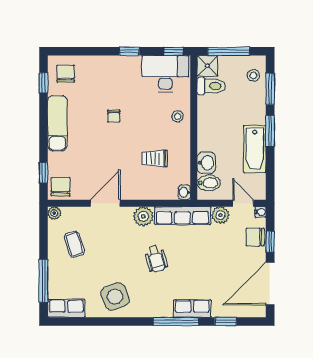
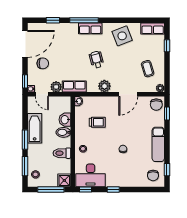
toilet: (211, 86) -> (62, 153), moved
bidet: (209, 183) -> (63, 132), moved
row of seats: (182, 216) -> (74, 87), width x0.68
chair: (255, 237) -> (43, 63), moved
window: (270, 242) -> (25, 81), moved
window: (44, 281) -> (167, 46), width x0.46
row of seats: (192, 308) -> (90, 28), moved

